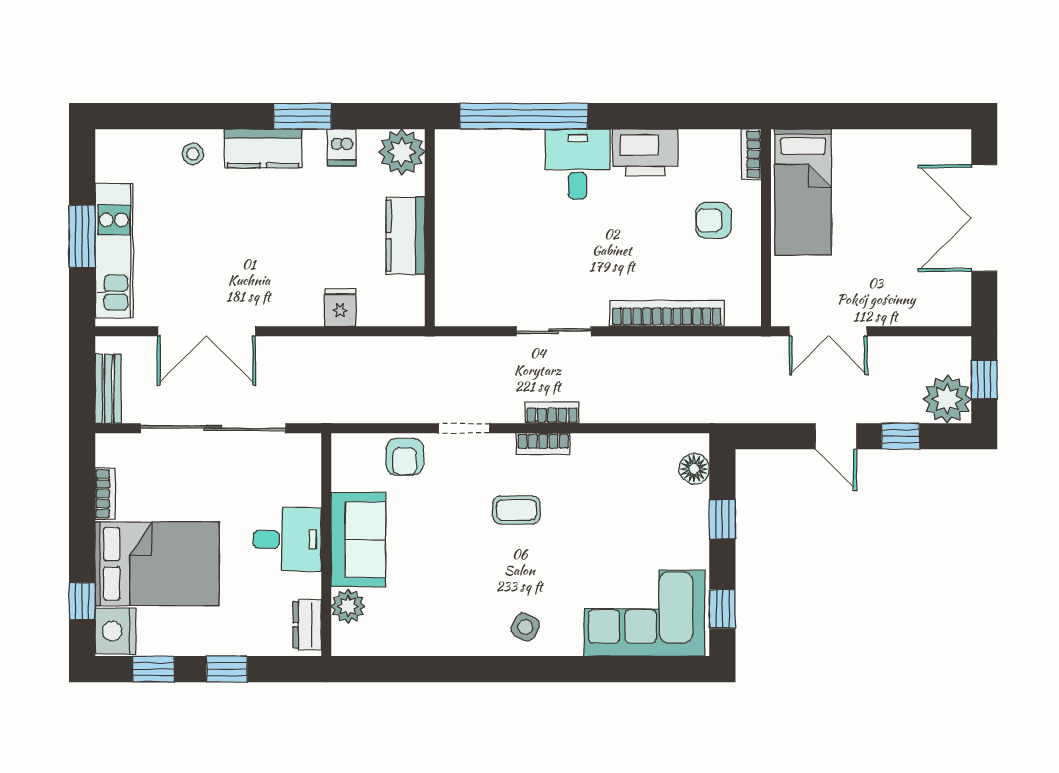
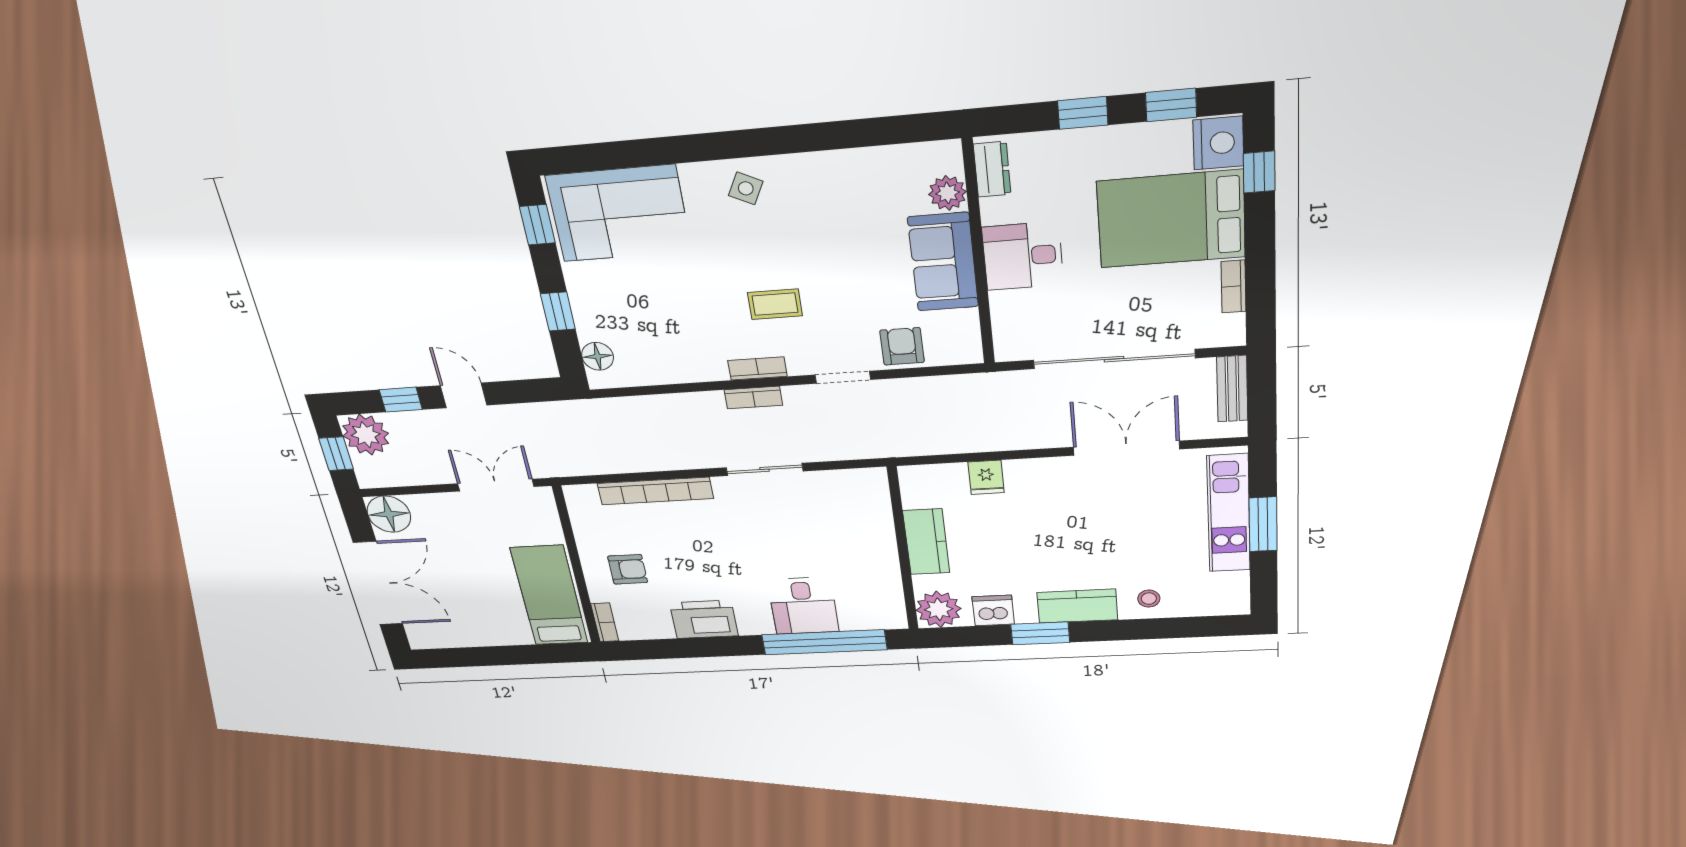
dishwasher: (342, 148) -> (993, 610), width x1.38
desk: (578, 164) -> (803, 606), moved
floor lamp: (949, 304) -> (389, 514), added

